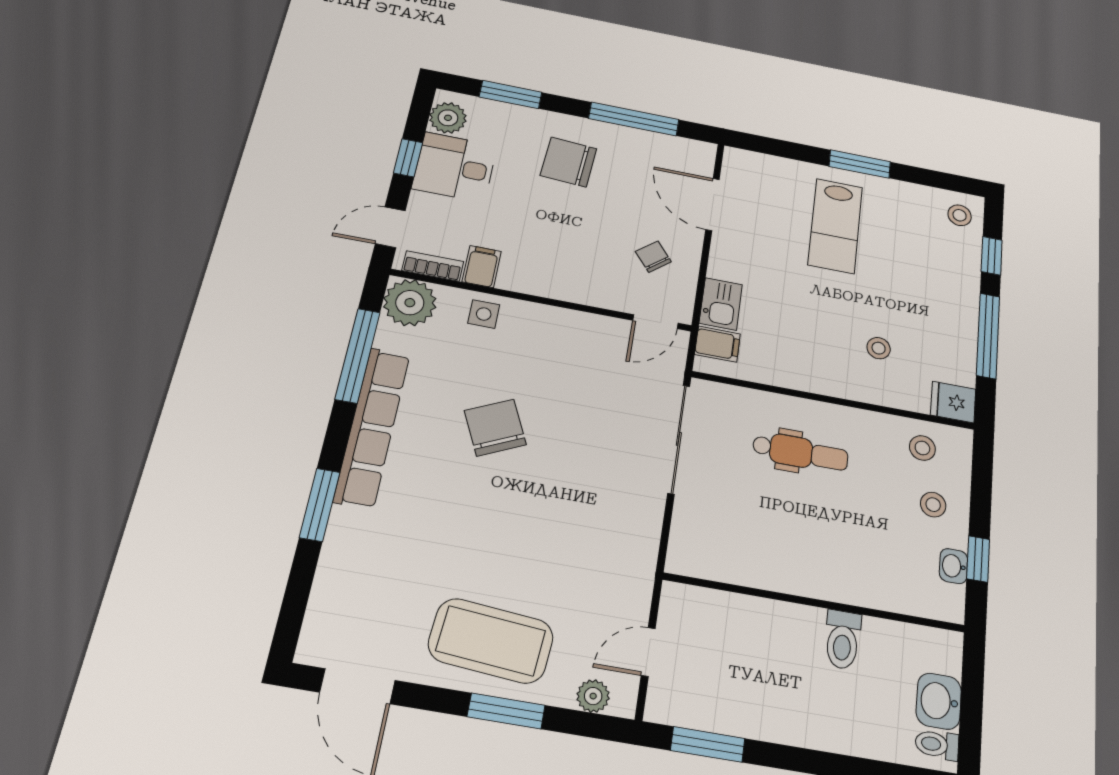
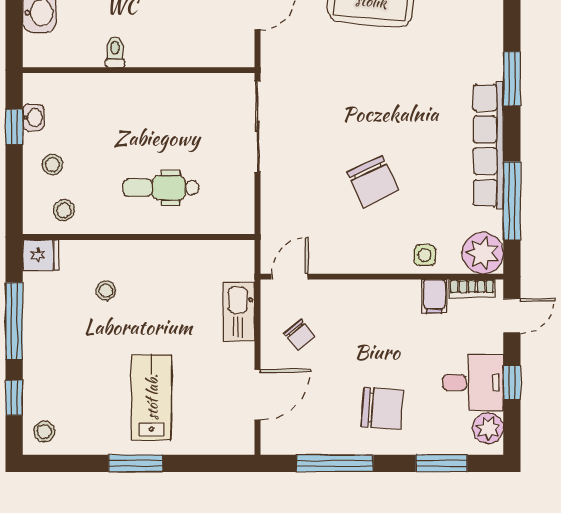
door: (712, 204) -> (257, 395), hinge flipped
kitchen sink: (721, 304) -> (239, 312), width x1.38
filing cabinet: (717, 344) -> (237, 267), removed
chair: (495, 428) -> (373, 181), moved
sliding door: (679, 439) -> (257, 127), moved
toilet: (843, 640) -> (115, 52), width x0.73, depth x0.72

